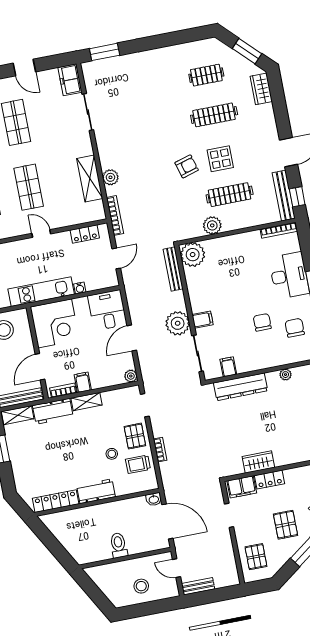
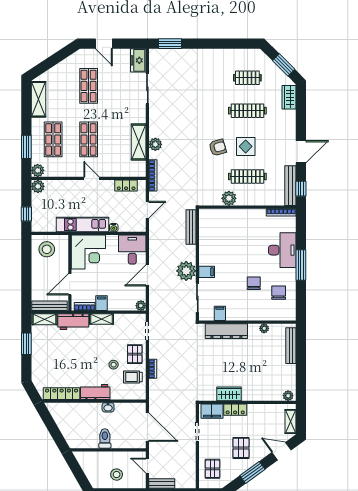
plant: (193, 255) -> (209, 219), removed
washbasin: (154, 499) -> (108, 407), moved

